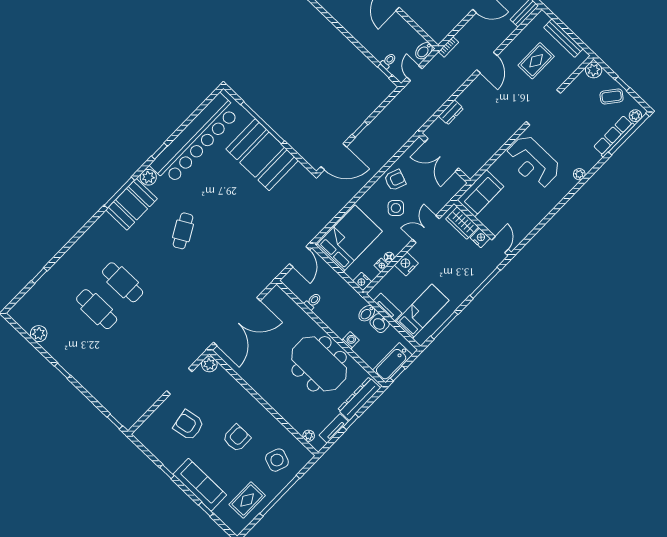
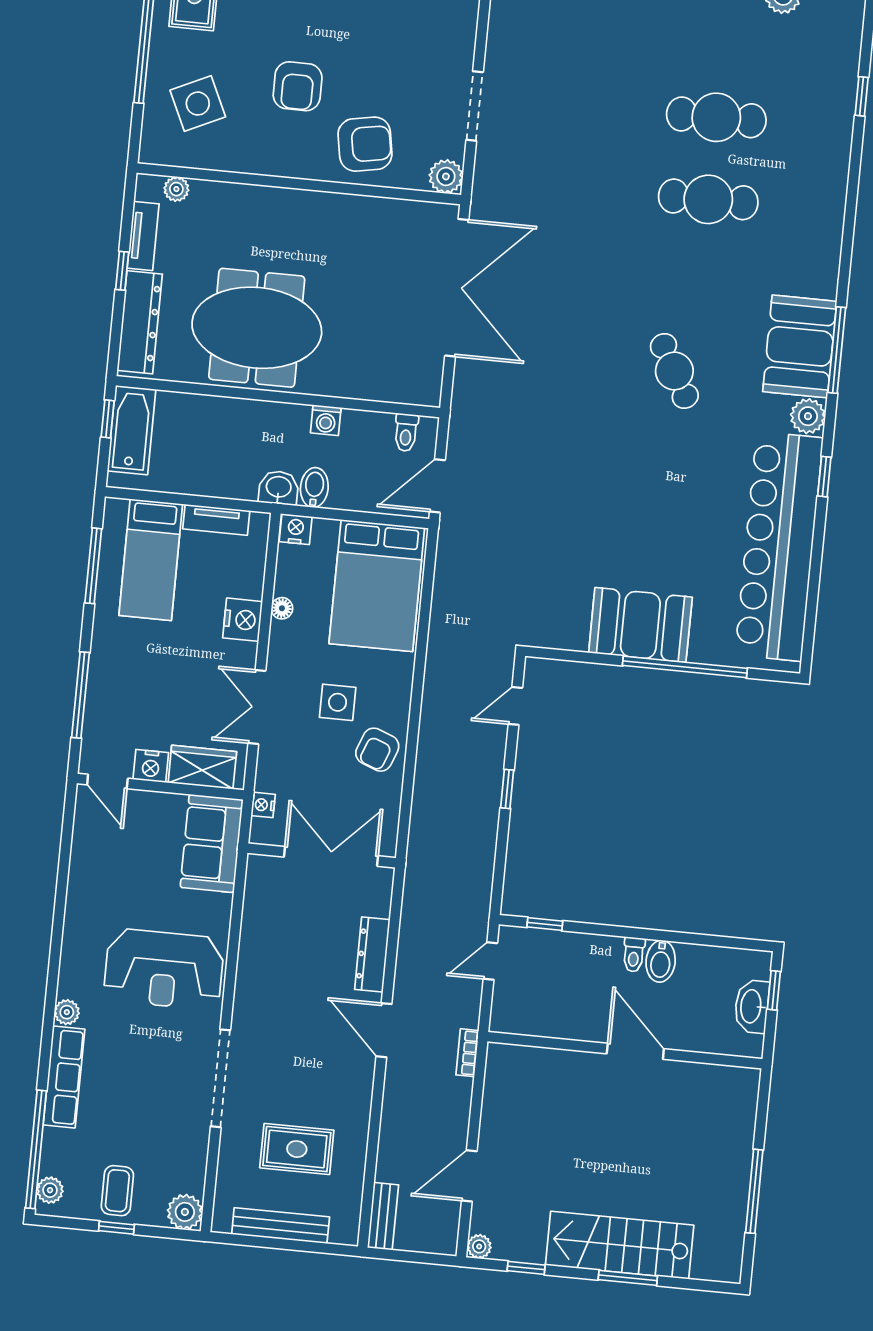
bidet: (424, 51) -> (661, 961), moved, turned 180
toilet: (388, 61) -> (634, 955), moved
rug: (536, 61) -> (297, 1149), turned 90
door: (487, 63) -> (384, 1030), moved
door: (414, 73) -> (490, 961), swing flipped
coffee table: (612, 97) -> (117, 1191), turned -38
dresser: (451, 112) -> (372, 955), width x1.44
row of seats: (614, 136) -> (64, 1077), moved
booth: (262, 155) -> (640, 625), width x0.73, depth x0.70
door: (334, 157) -> (515, 706), width x0.53
reception desk: (533, 162) -> (164, 969), turned 180
side table: (396, 208) -> (338, 702), turned 45
double door: (426, 229) -> (257, 707), swing flipped
door: (300, 257) -> (437, 486), hinge flipped
nightstand: (381, 265) -> (263, 805), moved
toilet: (313, 301) -> (406, 432), moved
bidet: (367, 313) -> (314, 488), moved
double door: (237, 322) -> (457, 288), swing flipped
washbasin: (380, 323) -> (279, 488), moved
washing machine: (350, 340) -> (326, 420), moved
armchair: (189, 425) -> (365, 144), moved
side table: (277, 460) -> (198, 104), turned 45

